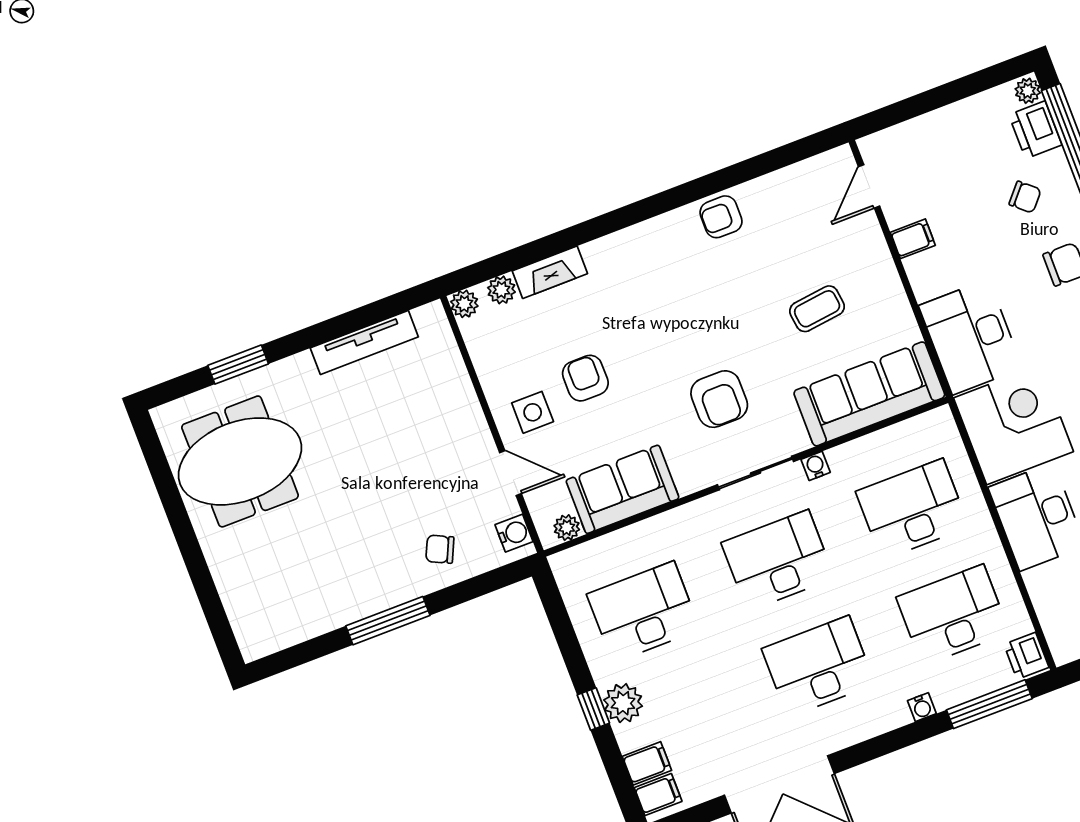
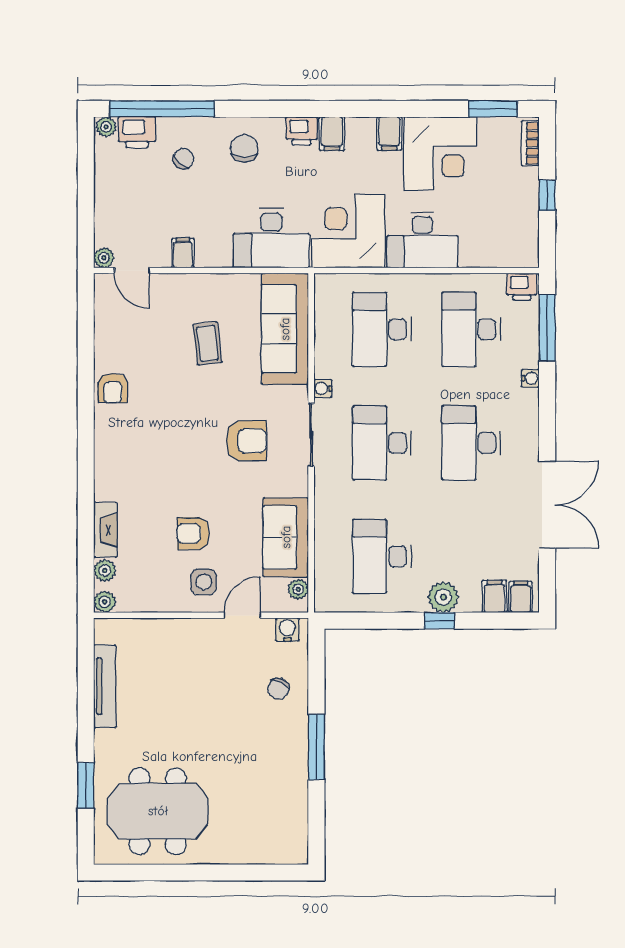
plant: (872, 147) -> (104, 258), added
meeting table: (240, 461) -> (158, 811), turned 90

